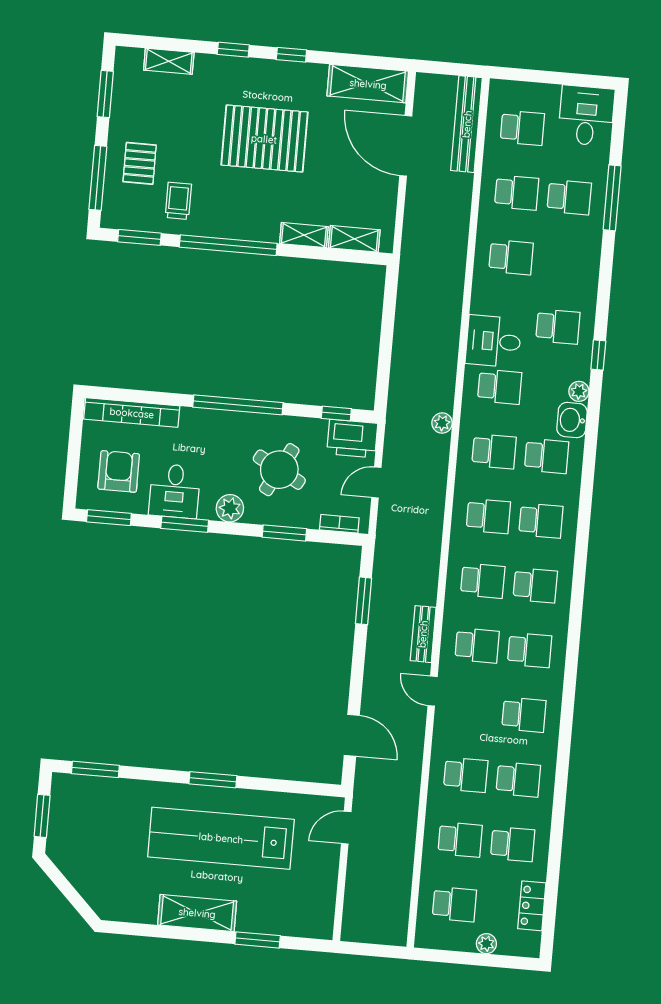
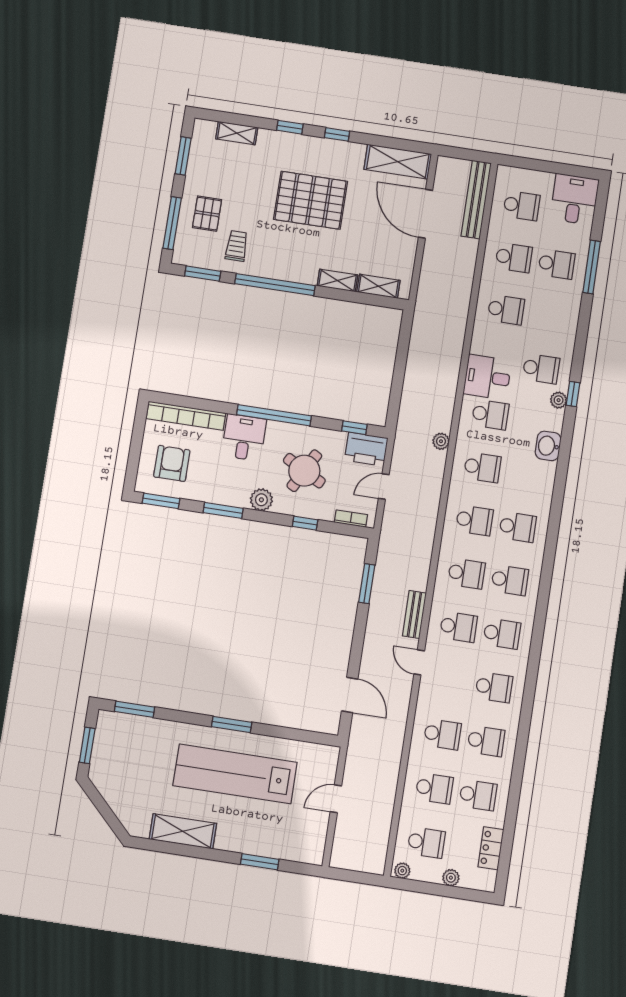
plant: (579, 391) -> (559, 400), moved
school desk: (547, 456) -> (525, 474), removed
desk: (175, 491) -> (244, 437), moved, turned 180
window: (284, 533) -> (305, 523), width x0.67
door: (346, 828) -> (336, 799), moved
shelving: (197, 913) -> (183, 831), moved
plant: (428, 939) -> (402, 871), added

